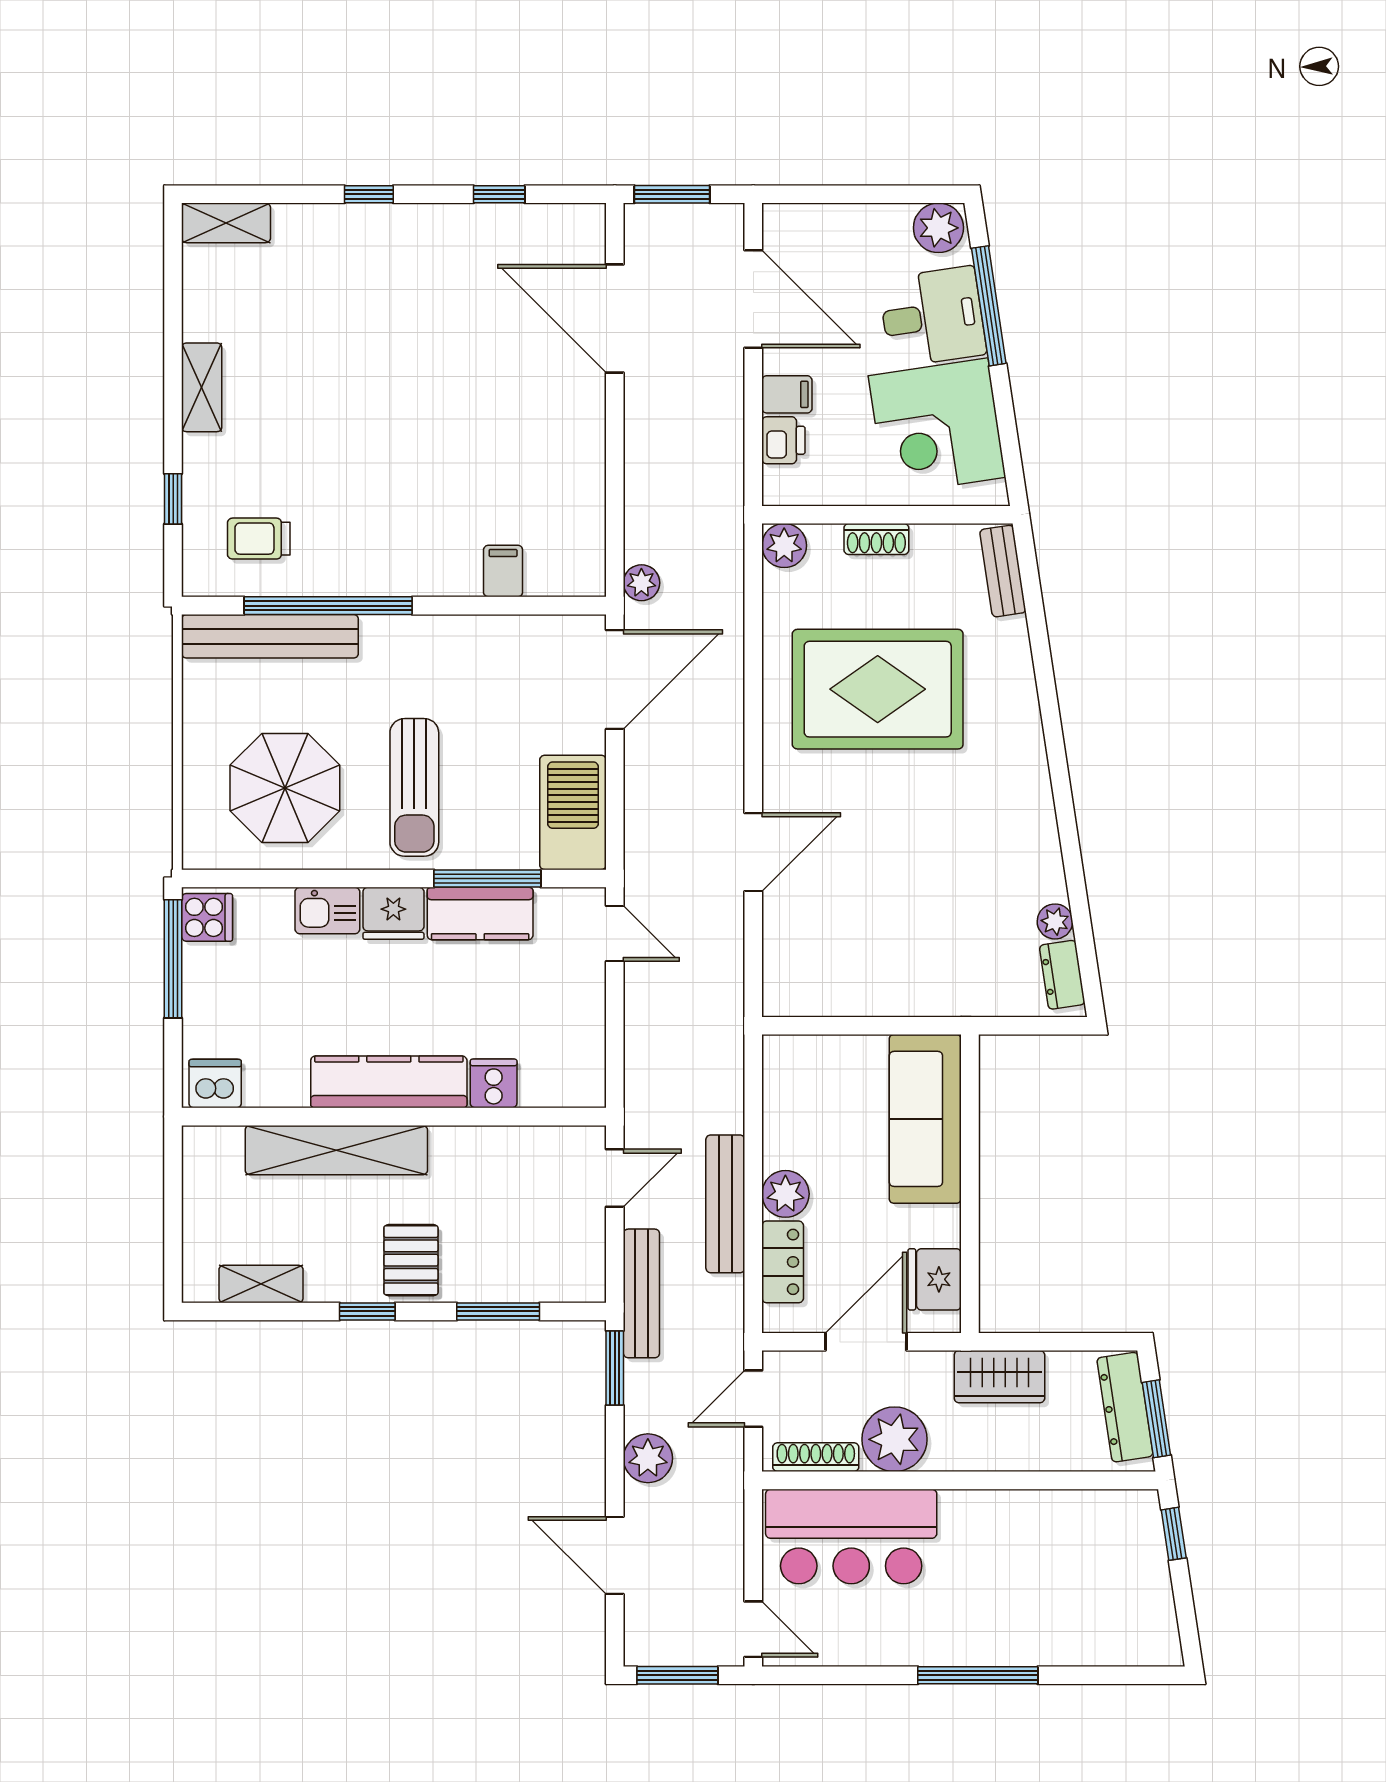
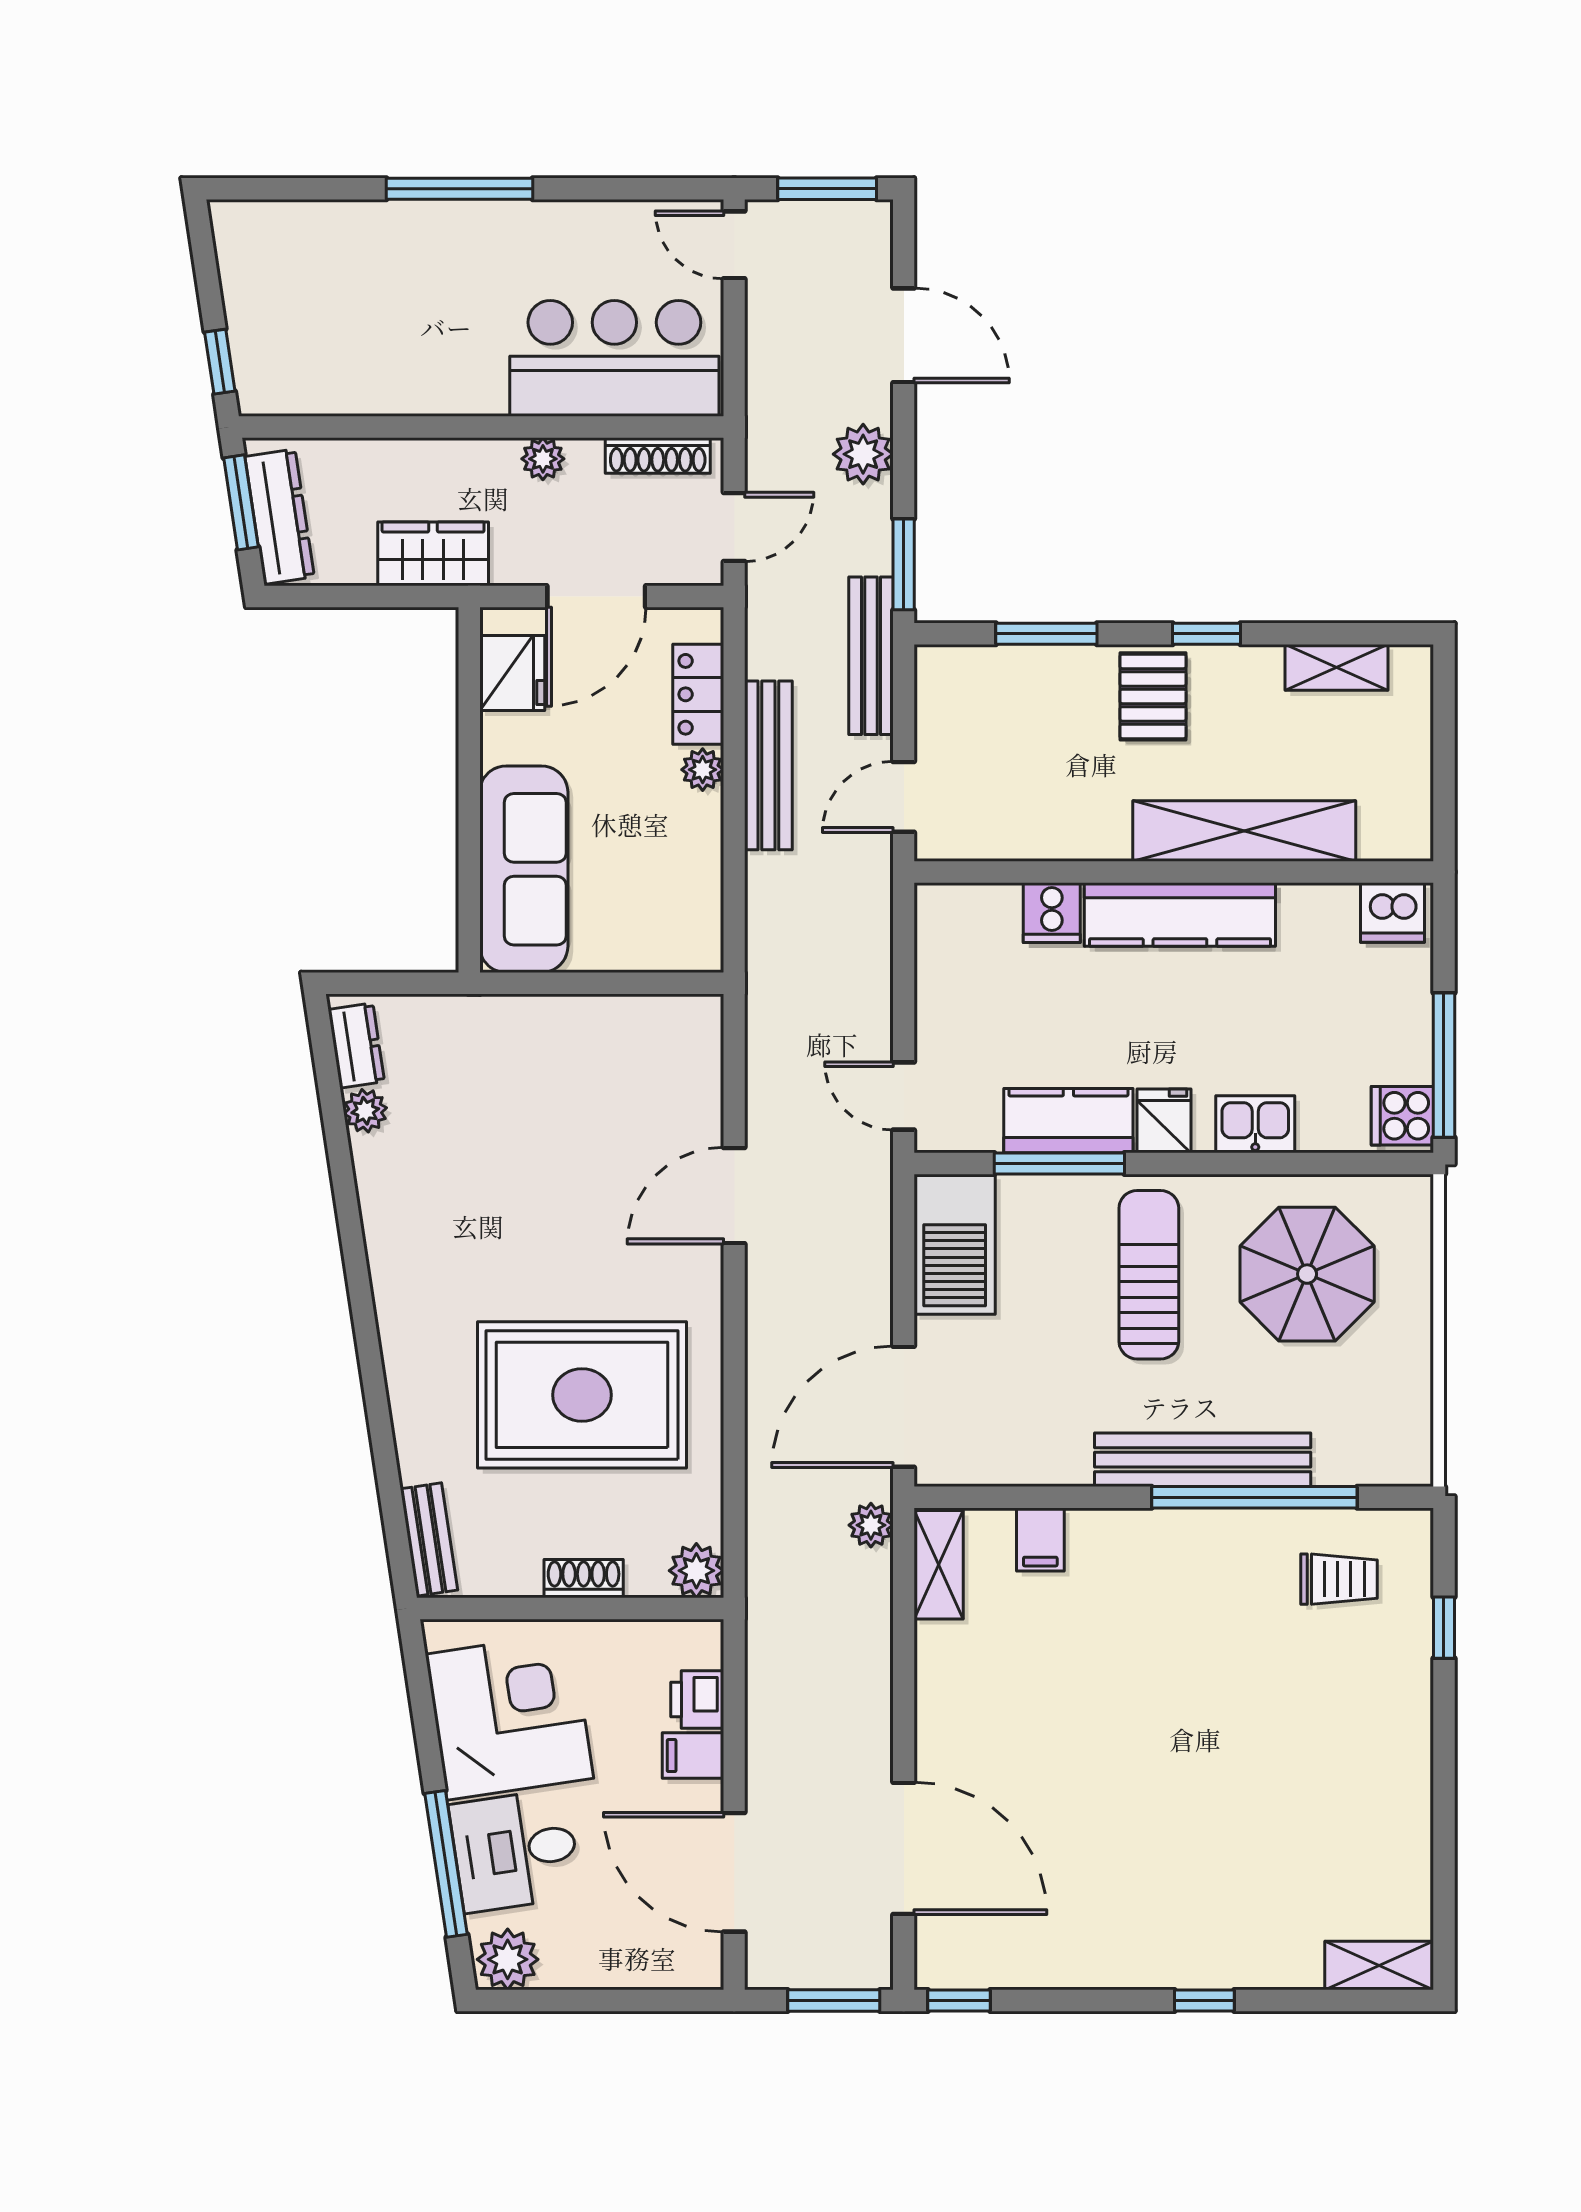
window: (499, 194) -> (959, 2000), moved
shelving: (202, 387) -> (939, 1565), moved
bench: (270, 636) -> (1203, 1460), moved
fridge: (393, 913) -> (1164, 1121), width x0.72
plant: (785, 1194) -> (703, 770), width x0.73, depth x0.73
plant: (894, 1439) -> (543, 459), width x0.53, depth x0.53

